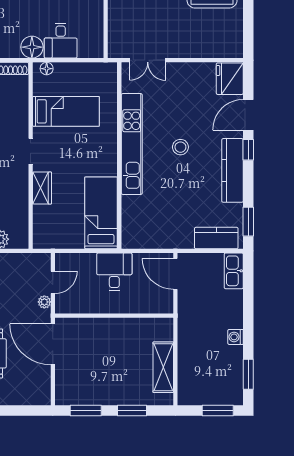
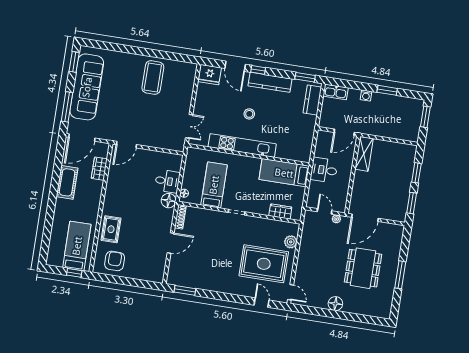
wardrobe: (42, 188) -> (280, 211), moved
door: (175, 274) -> (344, 132), moved
washing machine: (236, 337) -> (366, 96), moved
shelving: (163, 367) -> (364, 154), moved, turned 90
window: (248, 374) -> (387, 90), moved

